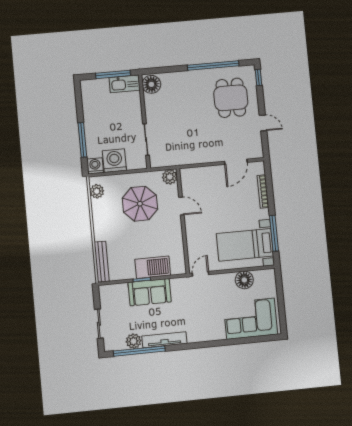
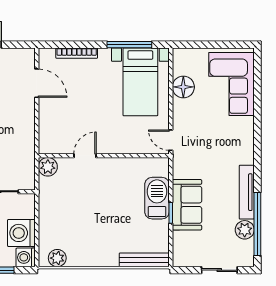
parasol: (140, 204) -> (77, 207), removed

